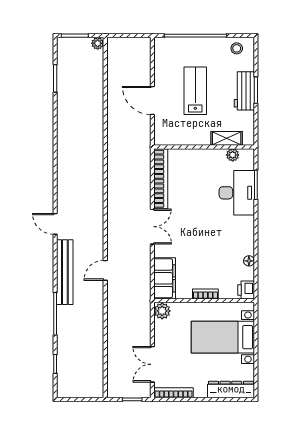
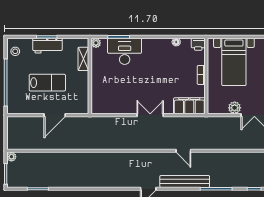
lab bench: (195, 91) -> (47, 83), turned 180
plant: (233, 155) -> (96, 43), moved
bookcase: (161, 179) -> (114, 109), removed
plant: (162, 311) -> (235, 108), moved

